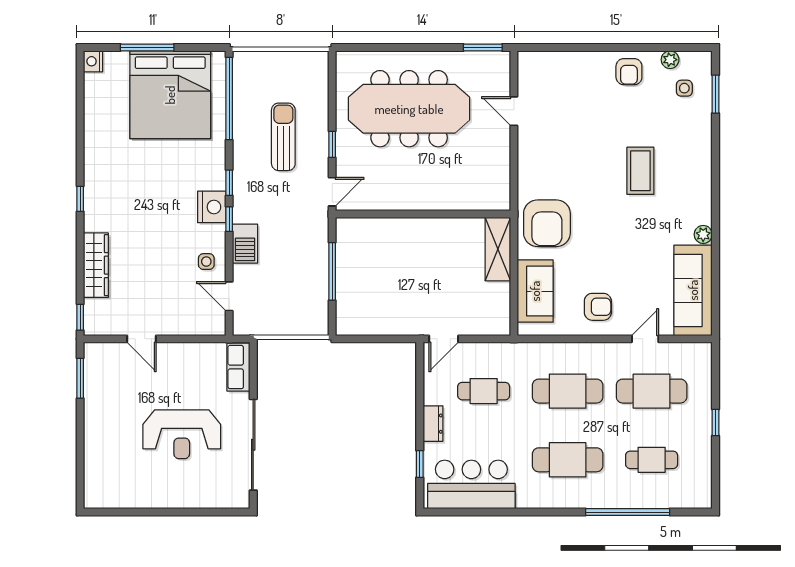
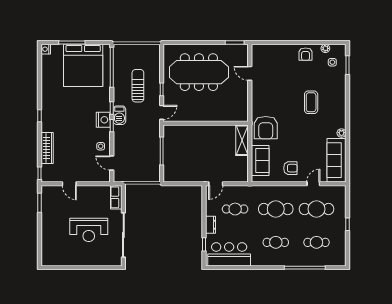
barbecue: (245, 244) -> (119, 115), moved
cafe table: (568, 460) -> (276, 242), width x0.73, depth x0.74

